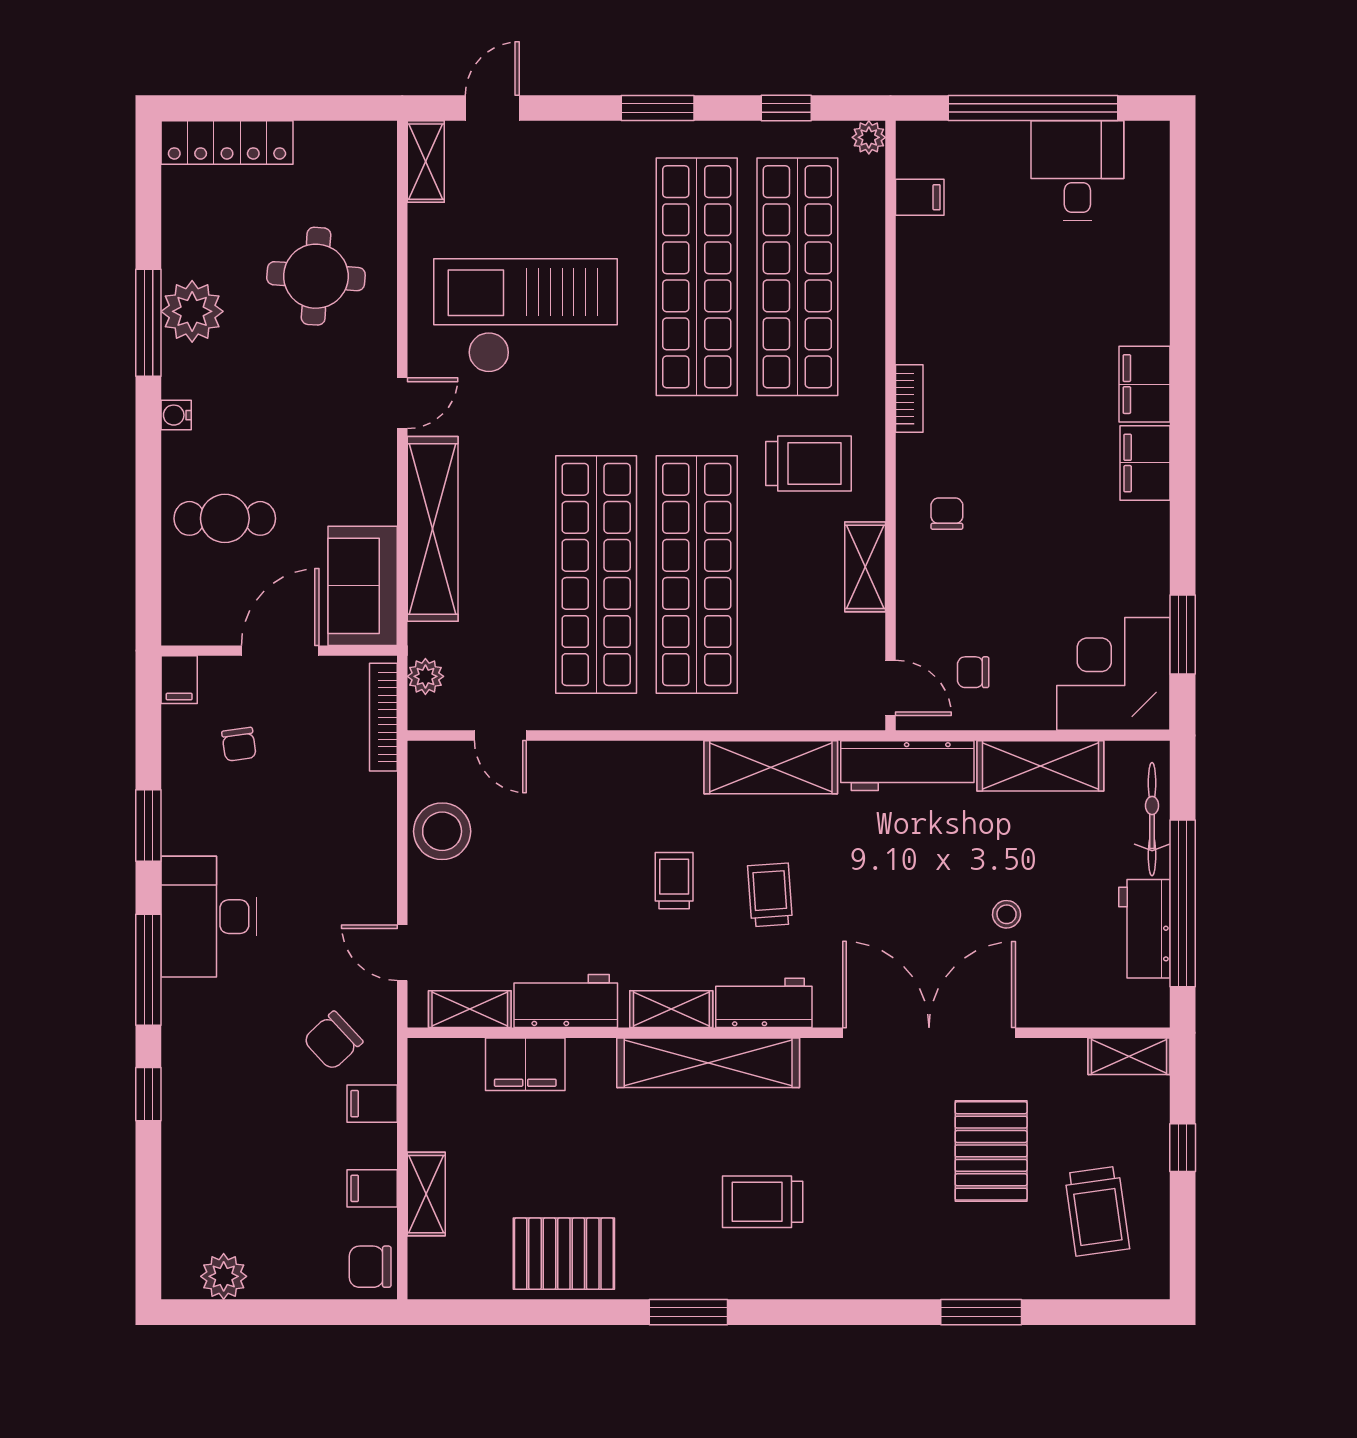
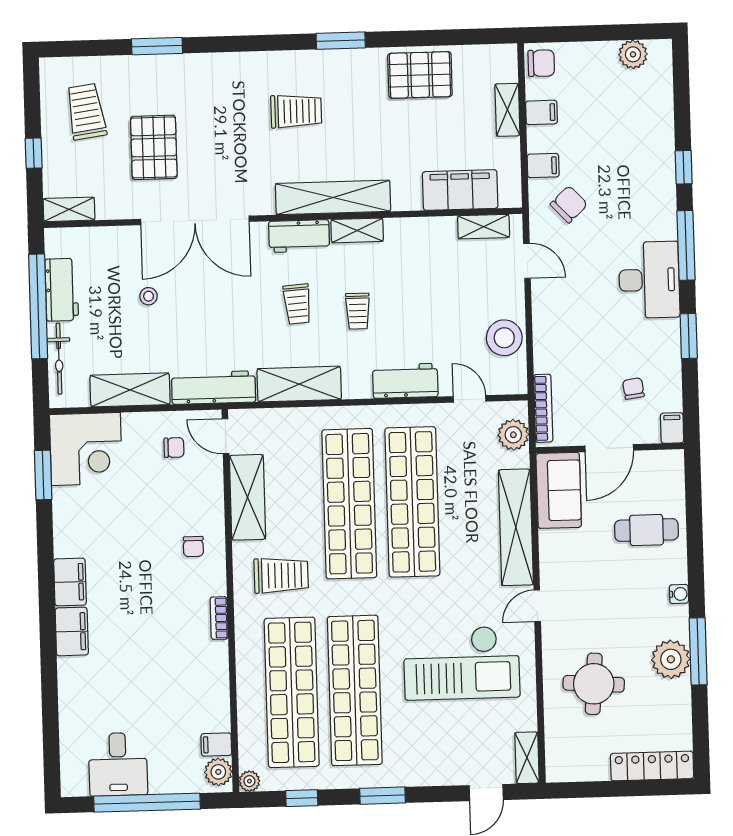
plant: (918, 154) -> (218, 772), added
trolley: (809, 463) -> (281, 575), turned 180
shelving: (865, 567) -> (247, 497), width x1.50, depth x1.33
plant: (425, 676) -> (513, 435), width x1.38, depth x1.38
workbench: (566, 1001) -> (405, 381), moved, turned 180
filing cabinet: (525, 1064) -> (460, 190), width x1.50, depth x1.17

